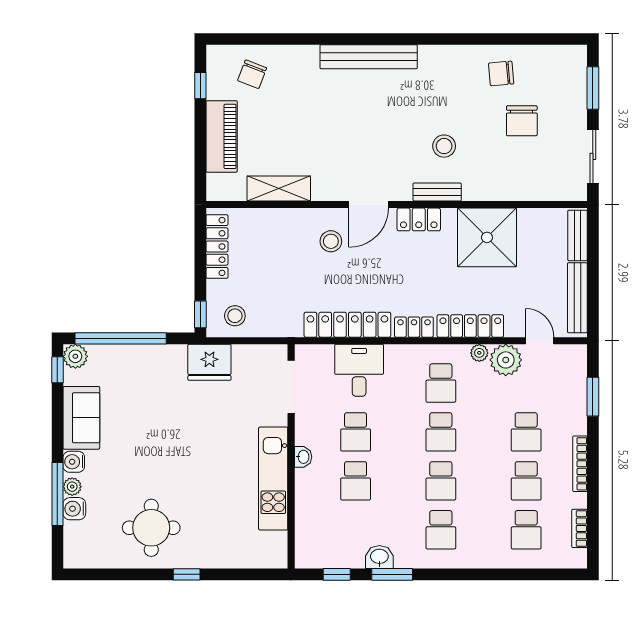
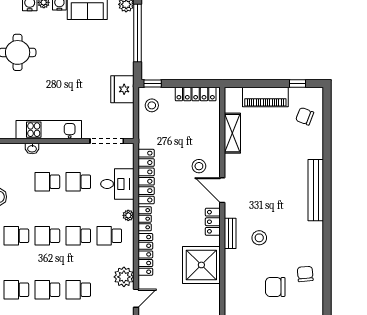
plant: (479, 353) -> (128, 215), moved
washbasin: (303, 457) -> (32, 148), moved

